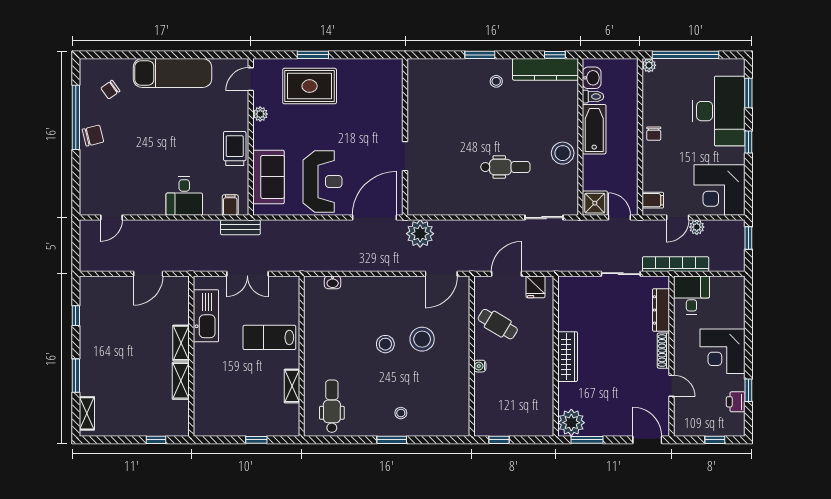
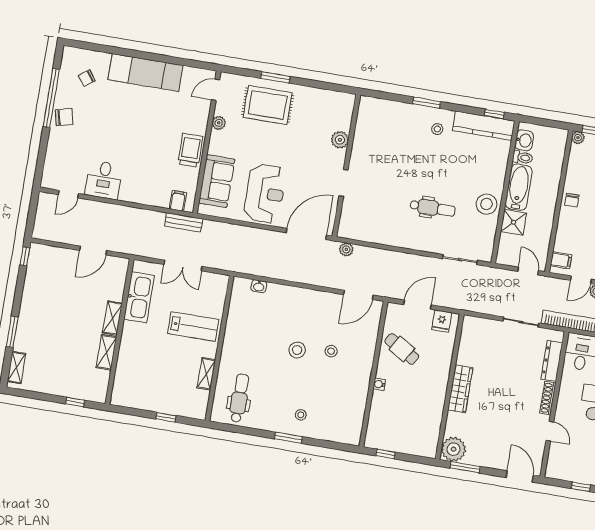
plant: (393, 110) -> (340, 140), added
desk: (184, 196) -> (104, 180), moved
shower: (595, 203) -> (513, 222), moved
plant: (420, 234) -> (346, 249), width x0.53, depth x0.53
window: (76, 316) -> (25, 256), moved
lab bench: (269, 337) -> (193, 326), turned 180
stool: (422, 339) -> (331, 351), width x0.53, depth x0.53

